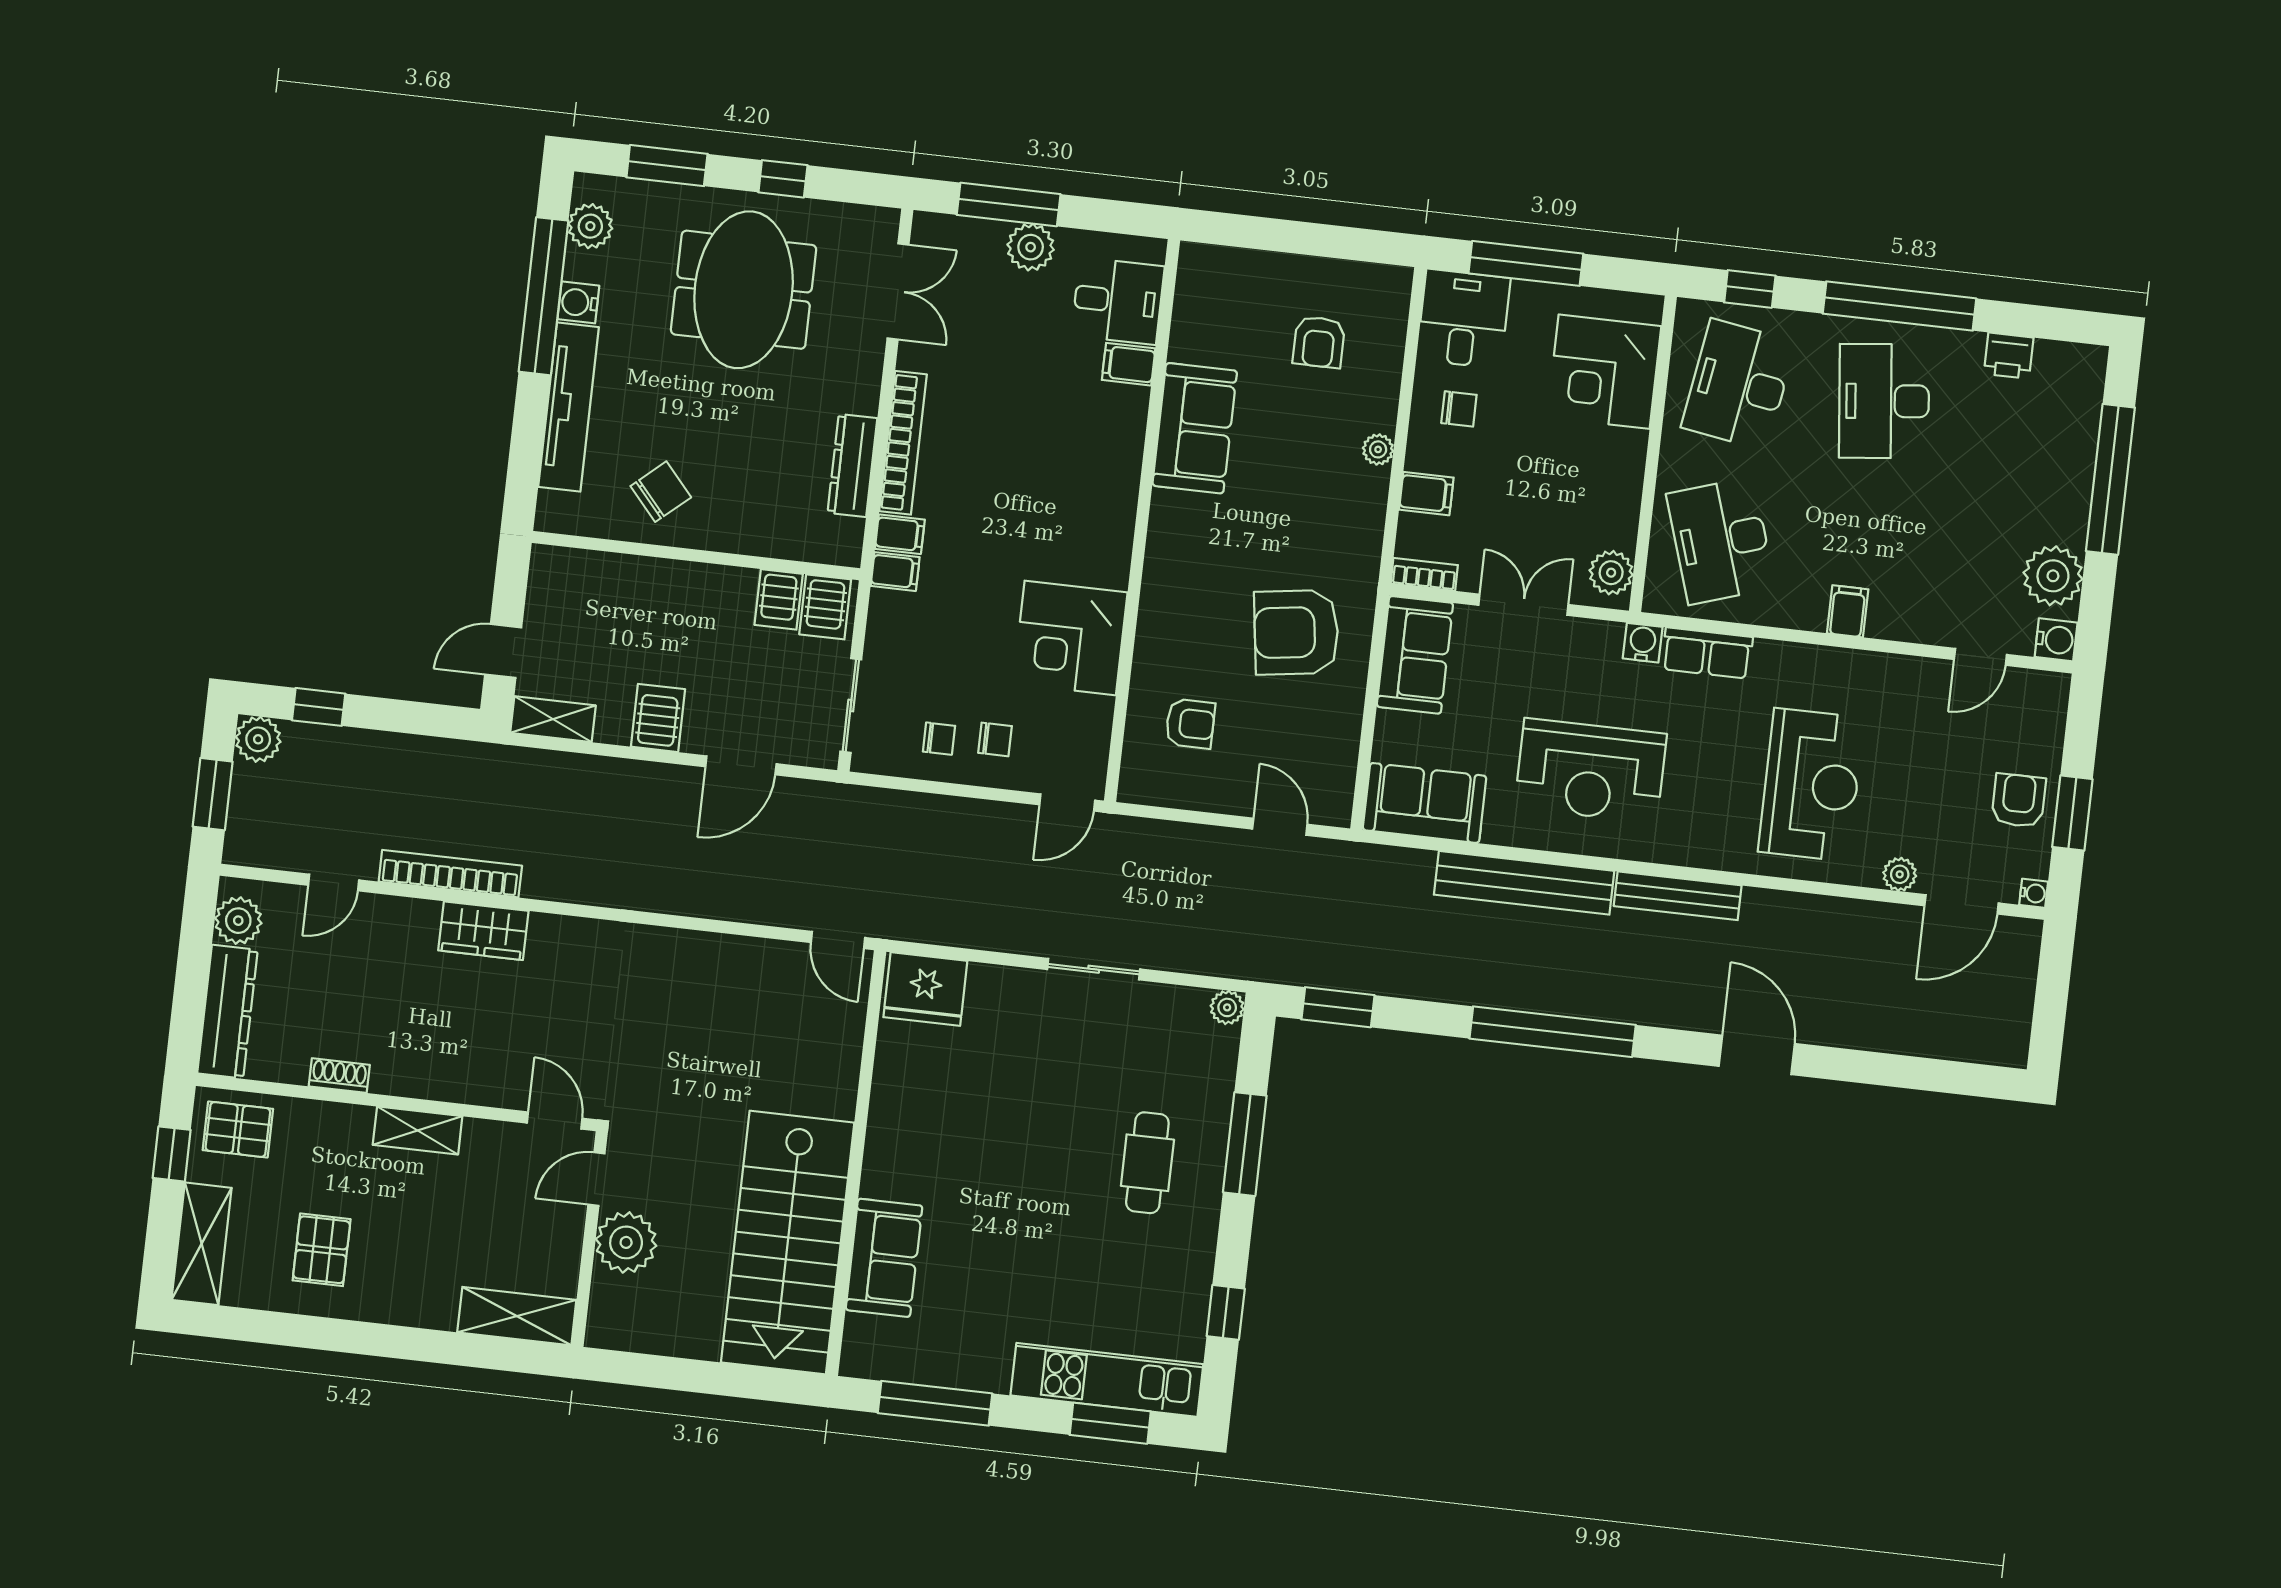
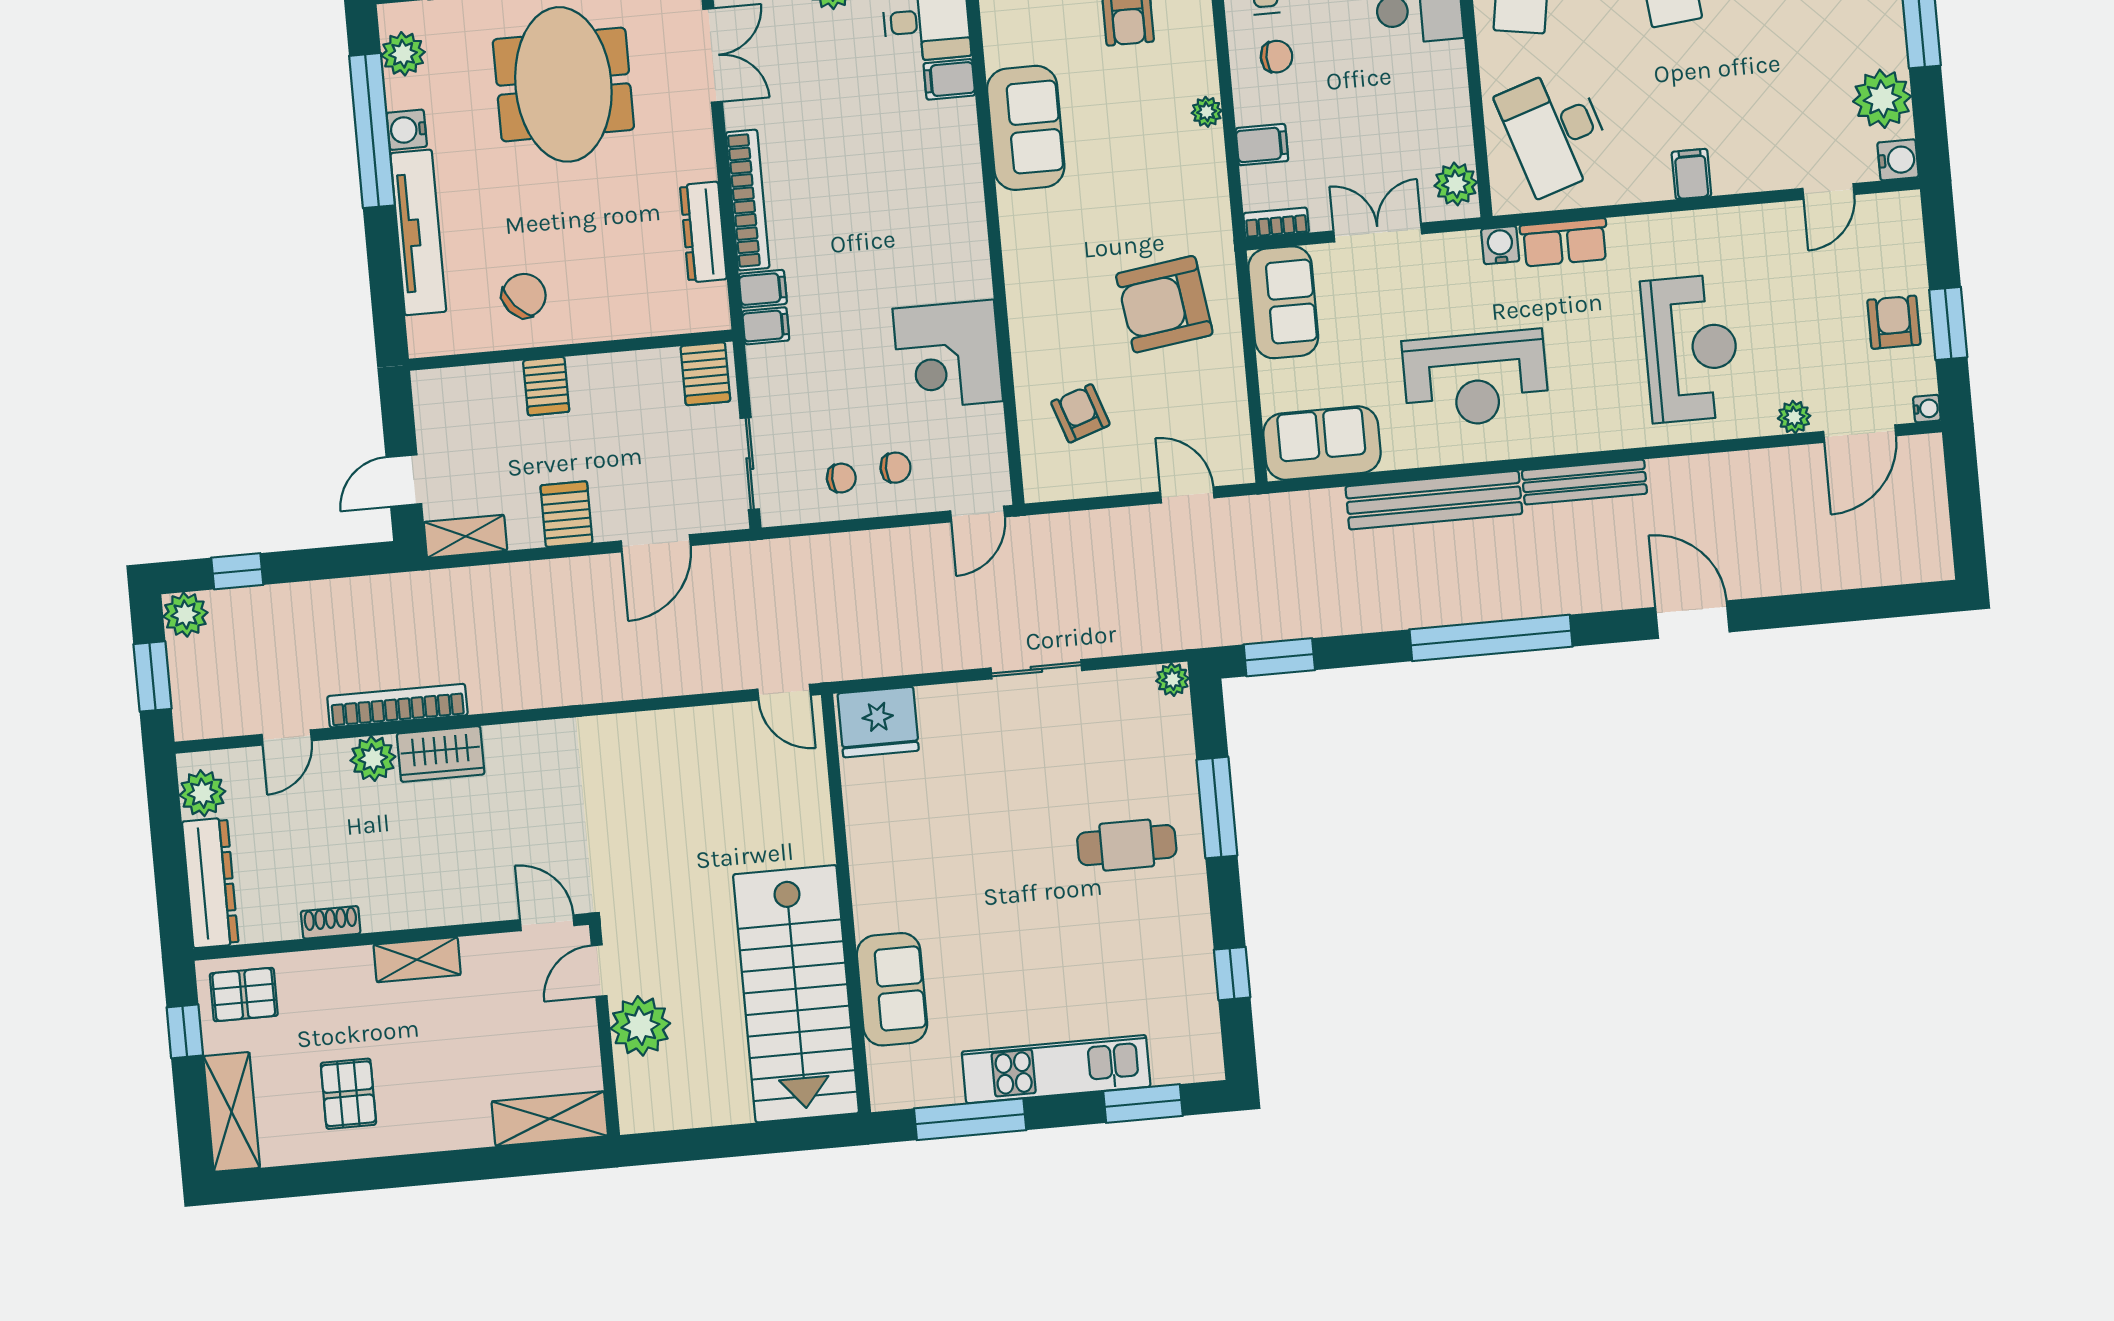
server rack: (779, 599) -> (546, 386), moved
armchair: (1190, 724) -> (1080, 413), turned -109
plant: (415, 921) -> (373, 758), added
cafe table: (1147, 1163) -> (1127, 845), turned 90
kitchen unit: (1107, 1380) -> (1056, 1069), moved

